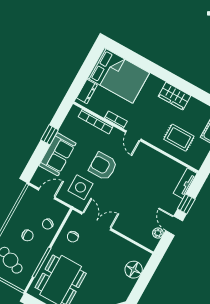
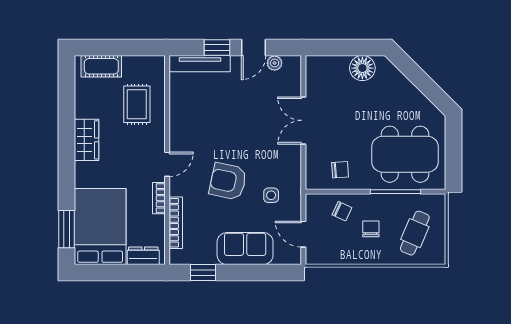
window: (128, 55) -> (66, 229), added
window: (50, 135) -> (203, 273), moved
armchair: (103, 166) -> (228, 181), turned 102
tv unit: (185, 183) -> (200, 64), width x1.41
side table: (81, 187) -> (271, 195), width x0.54, depth x0.54
double door: (96, 221) -> (303, 120), moved
floor lamp: (134, 270) -> (362, 68), moved

